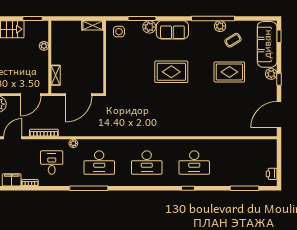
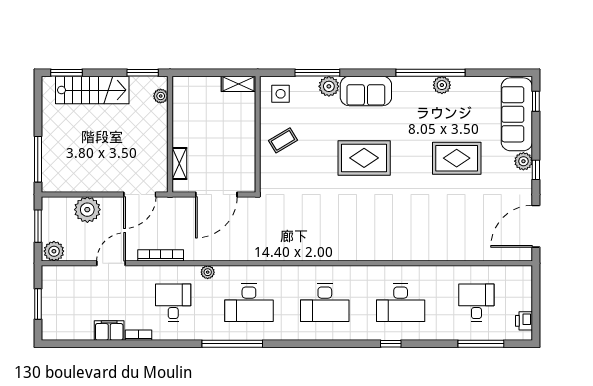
coffee table: (233, 40) -> (283, 140), moved
plant: (44, 46) -> (161, 96), moved
desk: (242, 163) -> (476, 303), added

